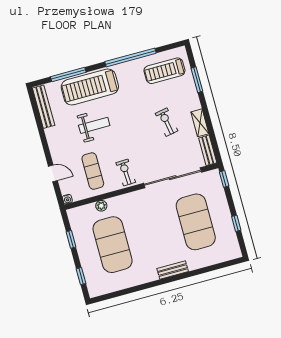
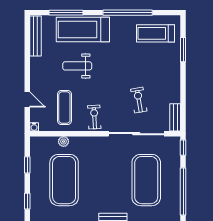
exercise bike: (167, 122) -> (139, 100), moved
shelving: (200, 123) -> (175, 90), removed
weight bench: (94, 125) -> (77, 66), turned 180
window: (236, 223) -> (183, 192), width x3.17

